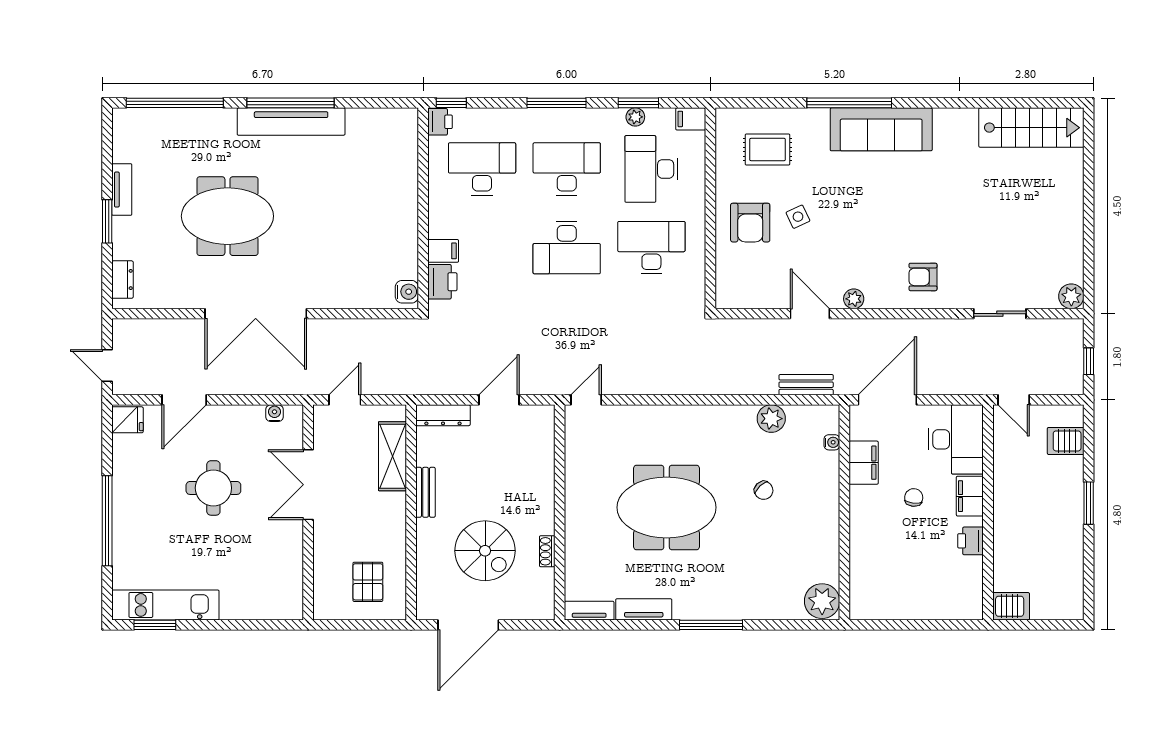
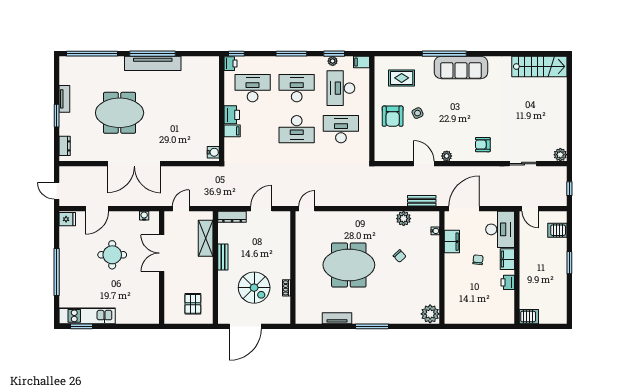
printer: (442, 282) -> (232, 115), moved
tv unit: (589, 611) -> (308, 319), removed

